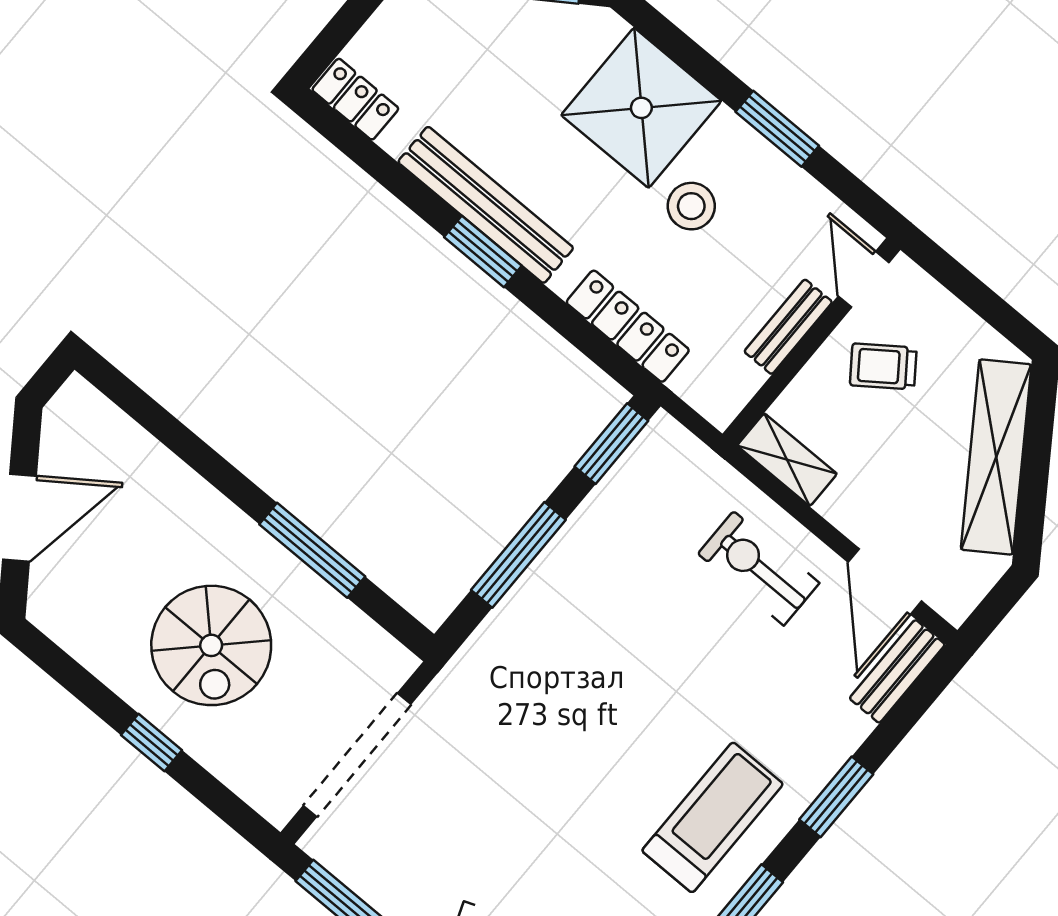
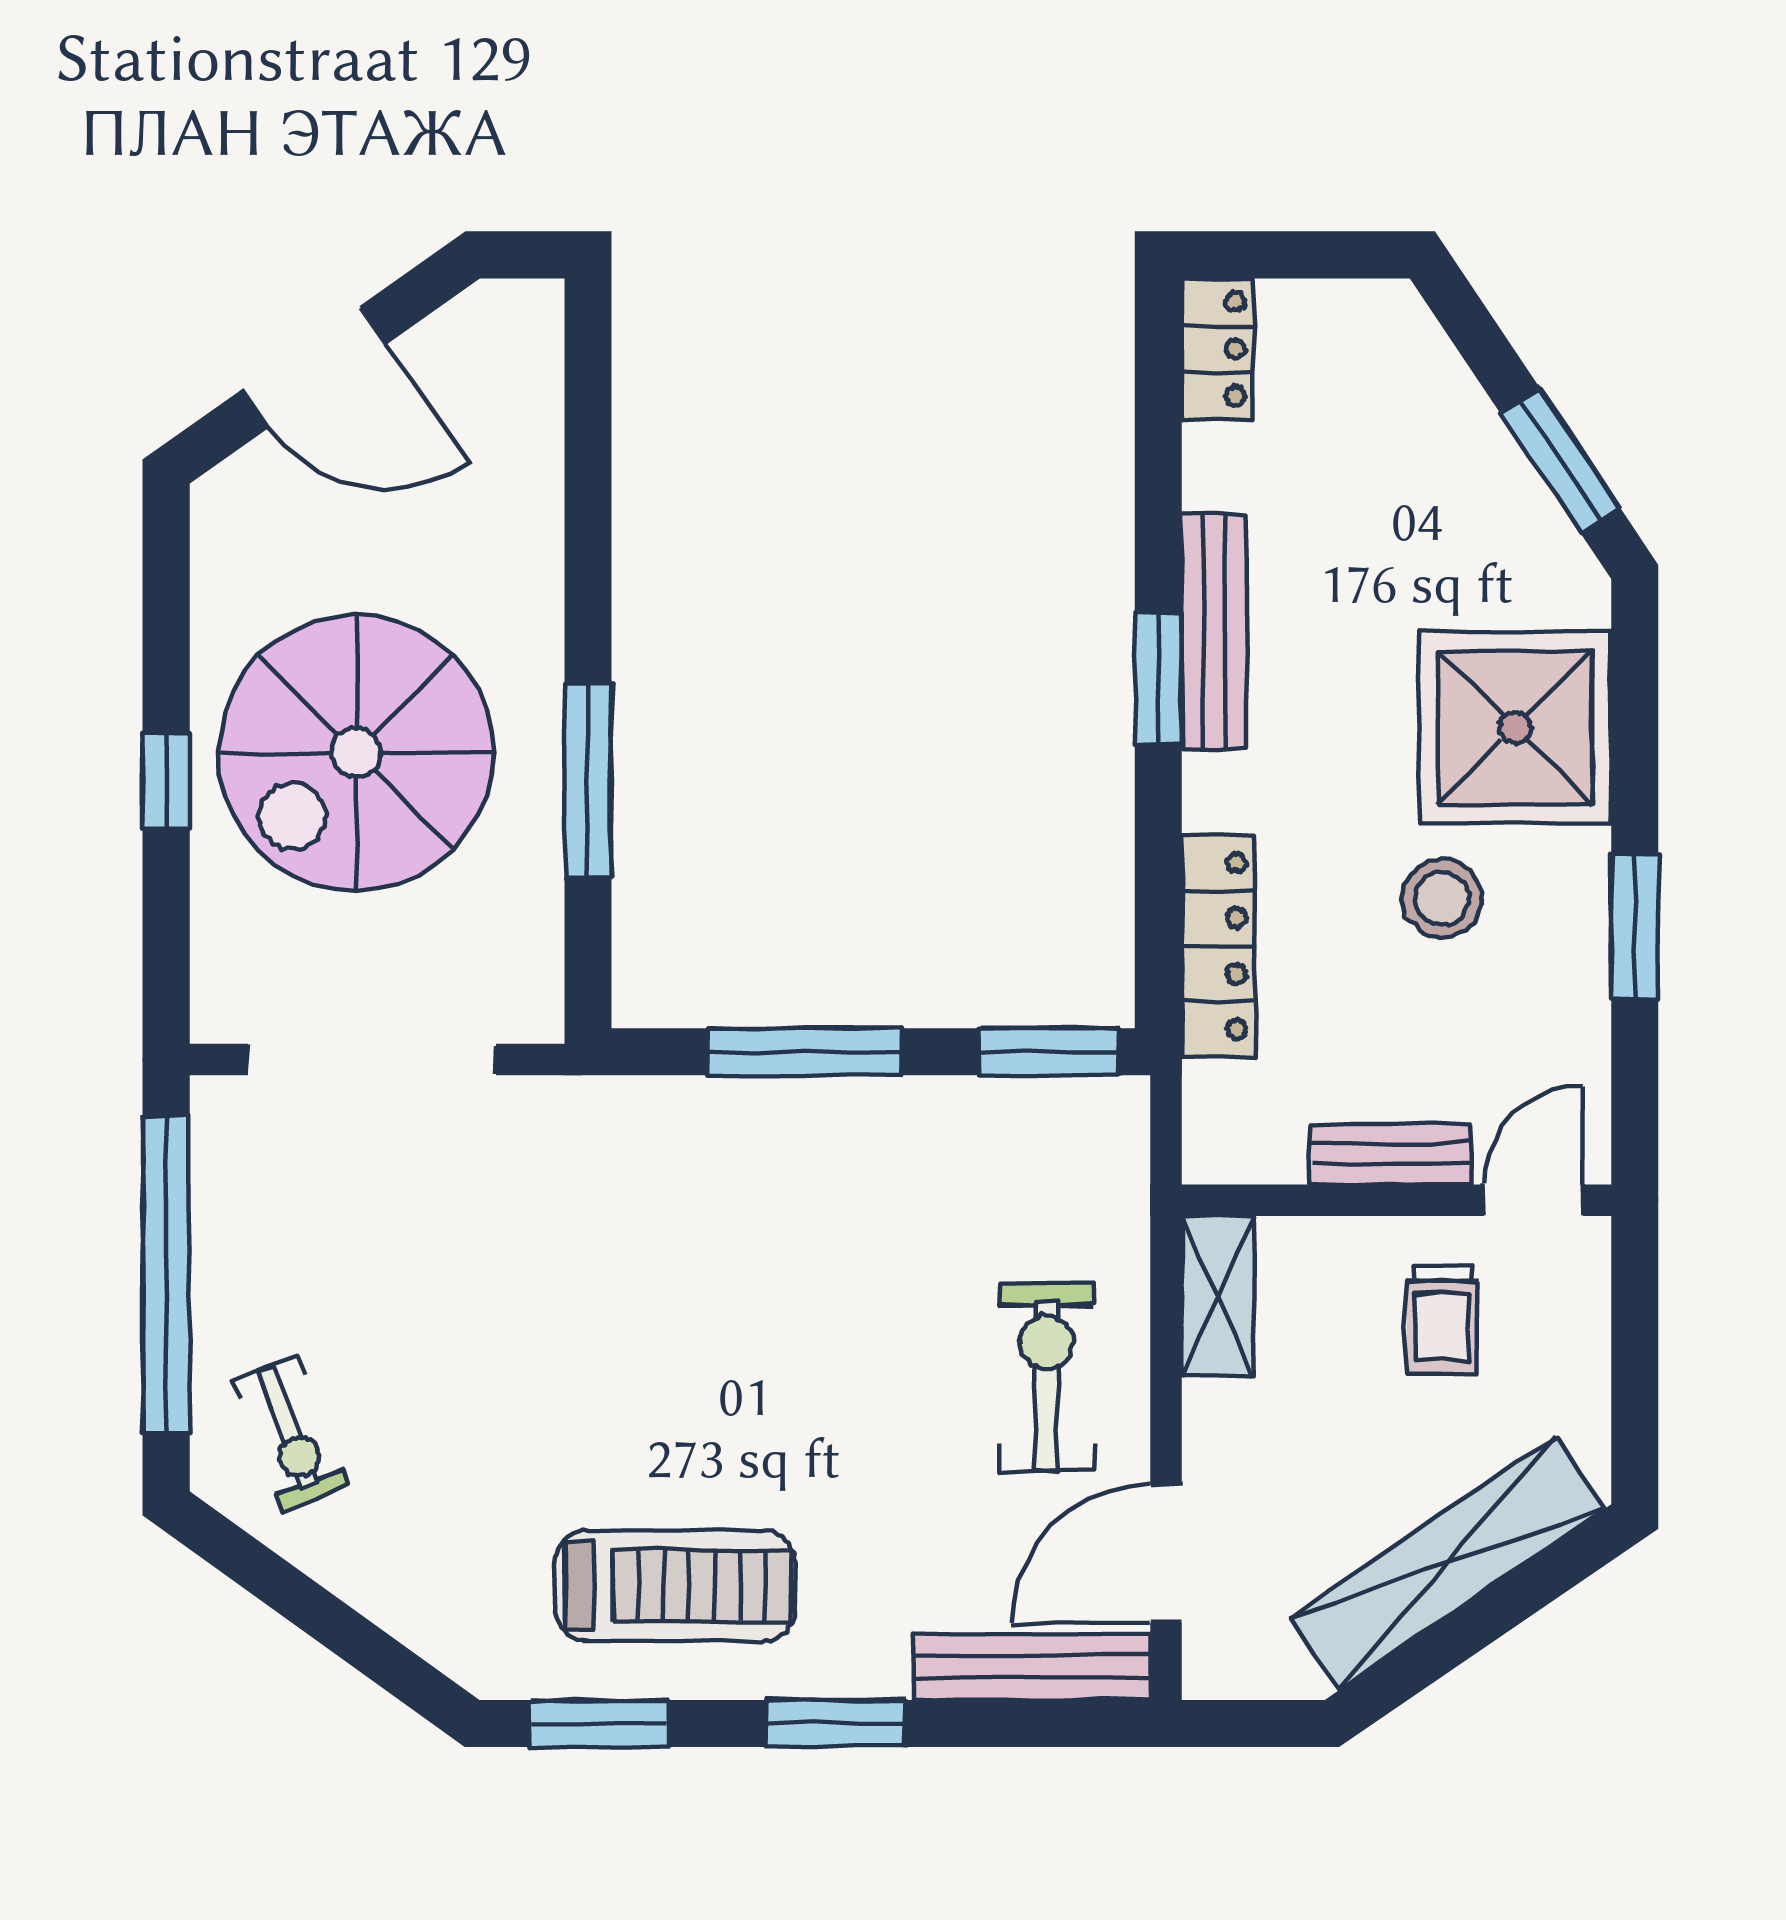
bench: (486, 205) -> (1215, 632), width x0.73, depth x0.82
trolley: (883, 366) -> (1442, 1319), turned -144
spiral stairs: (211, 645) -> (356, 753), width x1.37, depth x1.37
bench: (897, 671) -> (1032, 1667), width x1.36

